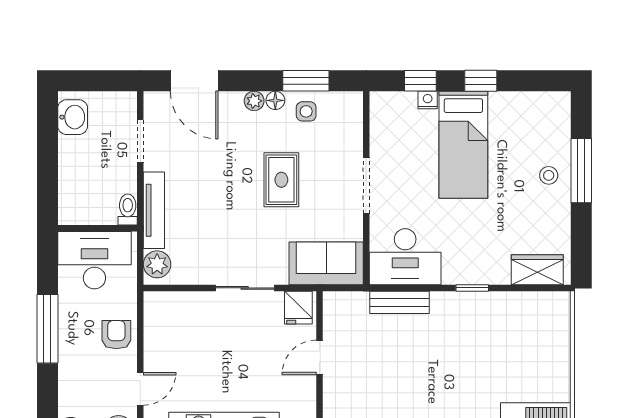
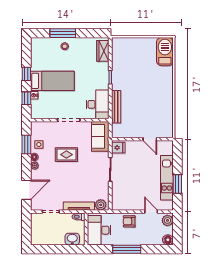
washbasin: (73, 117) -> (72, 239), moved
bench: (400, 302) -> (116, 107), width x1.36
door: (320, 357) -> (150, 139), moved

